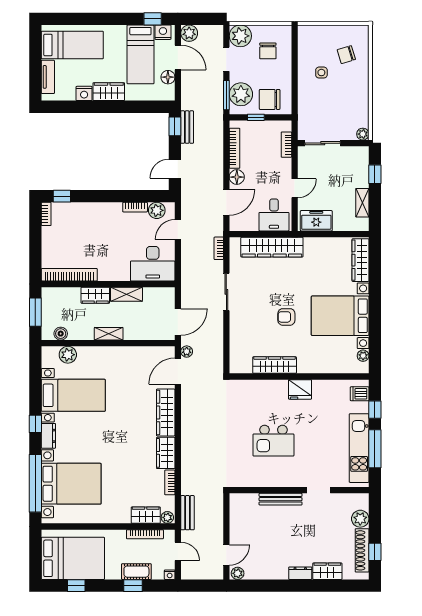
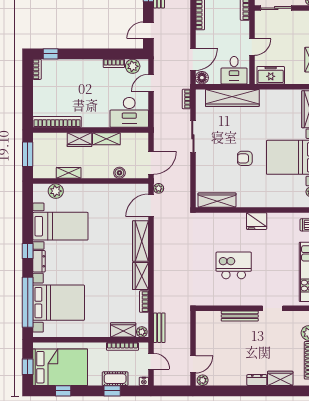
floor lamp: (237, 177) -> (202, 78), moved
boiler: (61, 334) -> (119, 173), moved
shelving: (109, 334) -> (69, 173), moved
wardrobe: (275, 365) -> (217, 200), moved
kitchen island: (273, 441) -> (234, 265), turned 180
window: (35, 558) -> (28, 367), added

